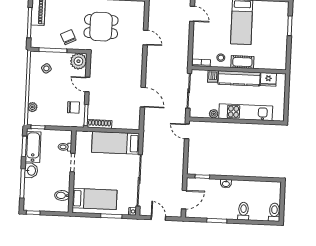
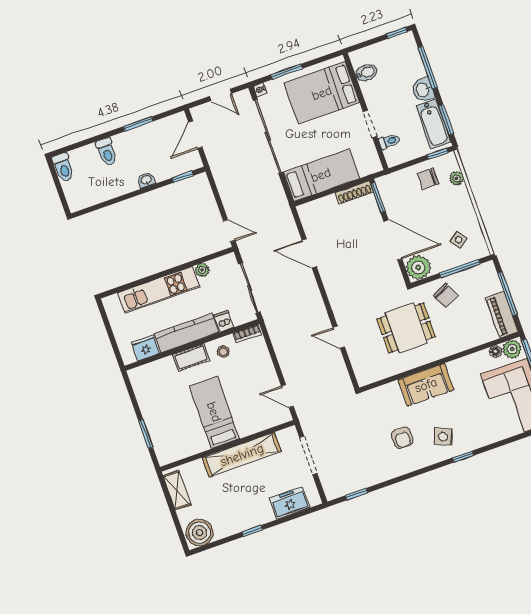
door: (87, 85) -> (393, 240), width x1.88
chair: (73, 107) -> (428, 179), moved
bed: (95, 199) -> (322, 93), width x1.50

